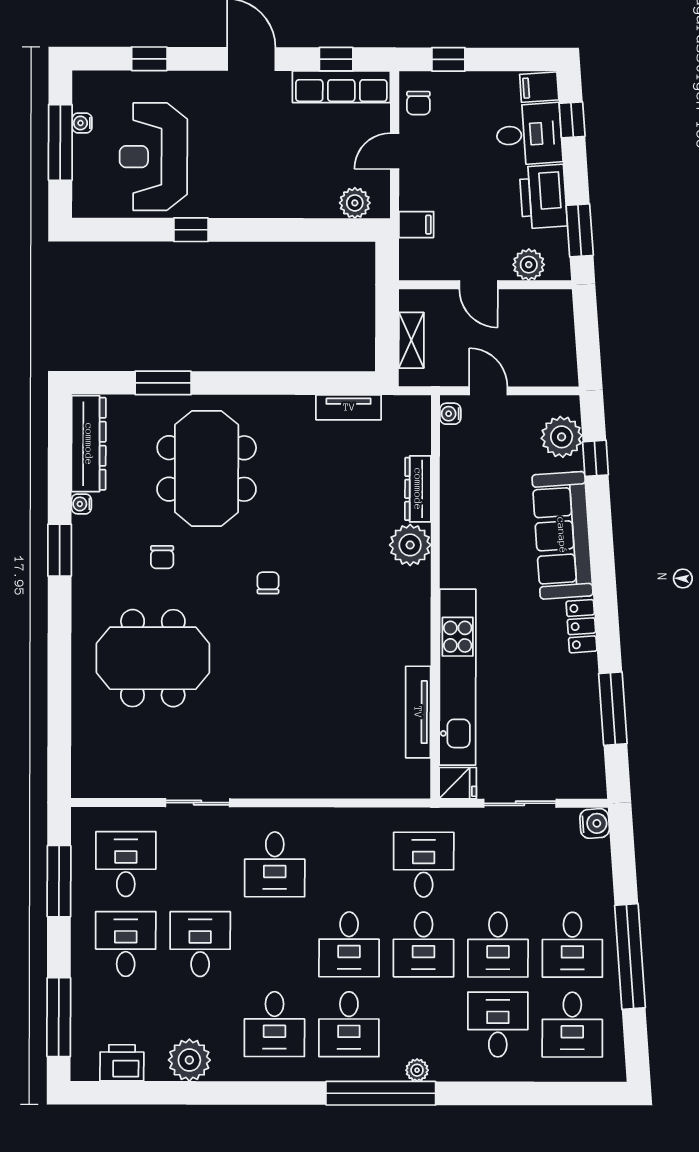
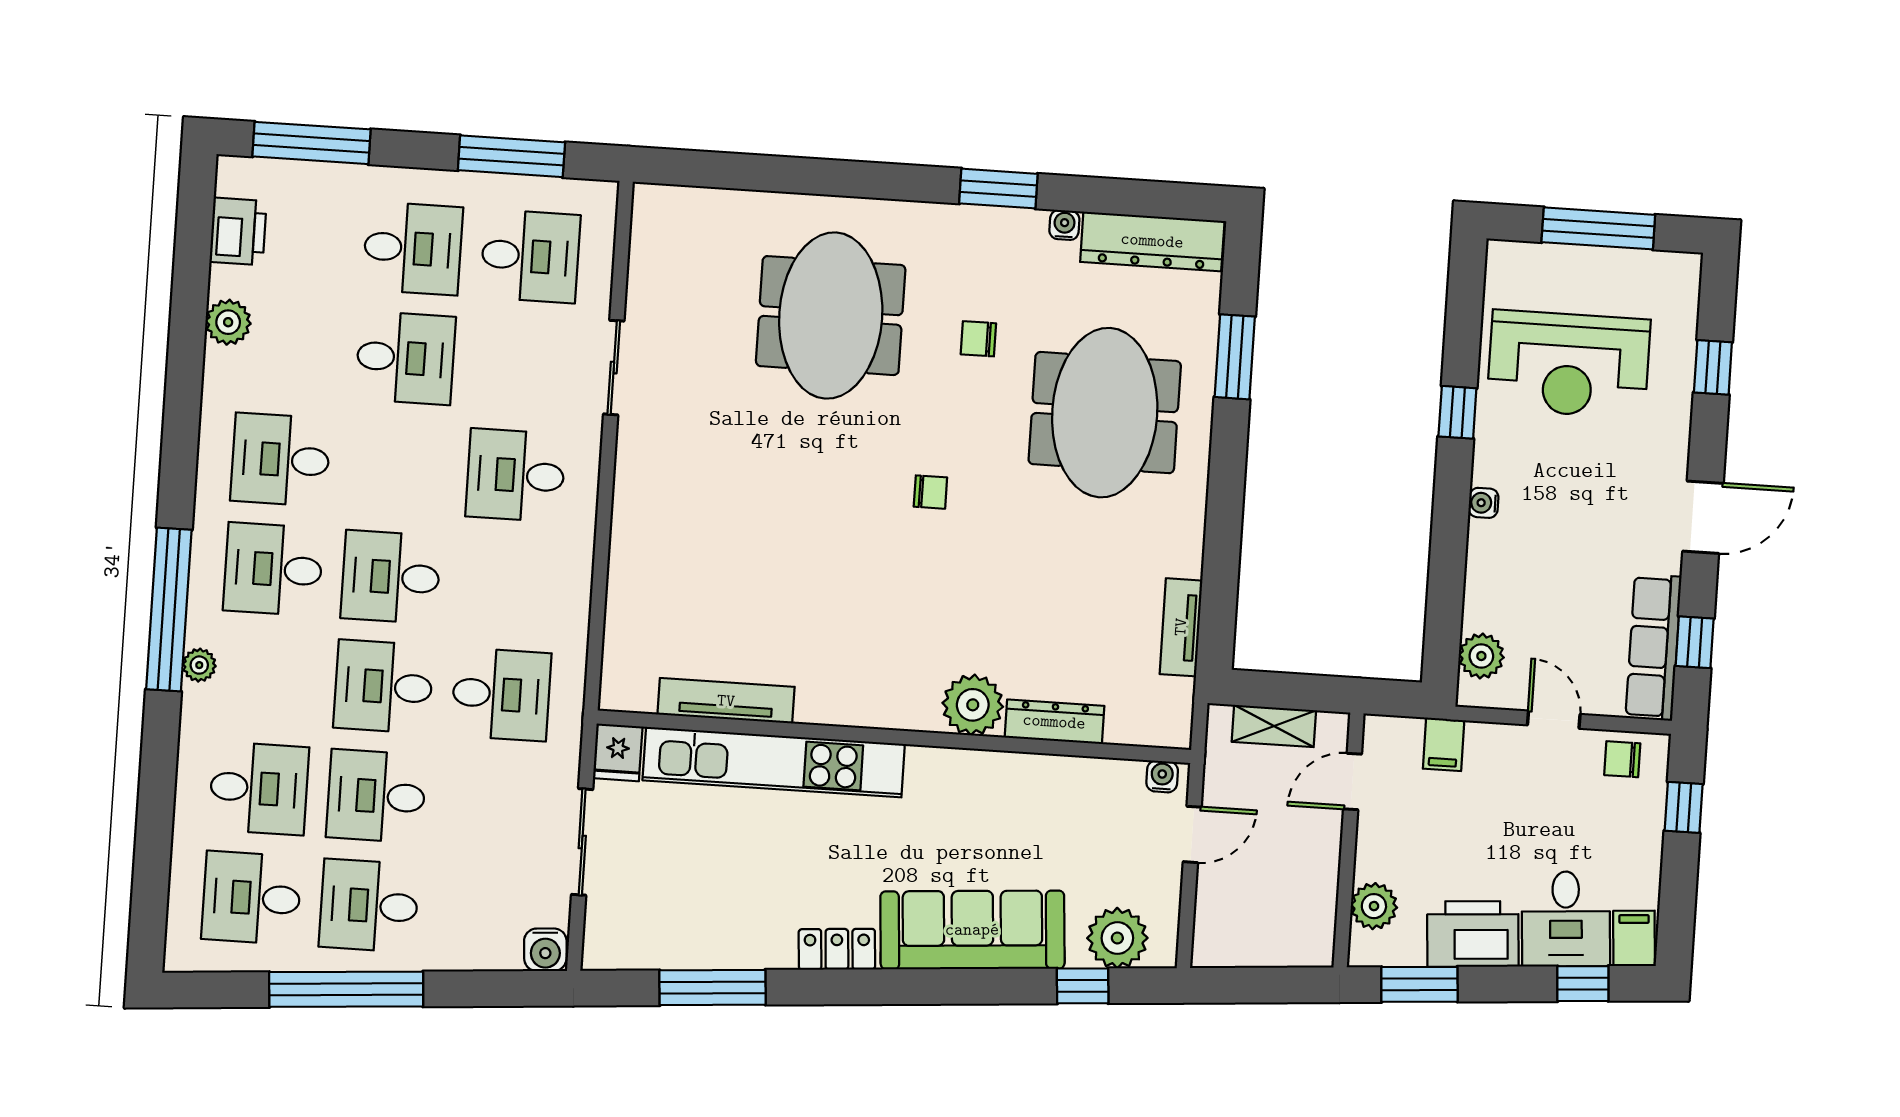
water cooler: (82, 123) -> (1483, 503), moved, turned -90
reception desk: (153, 157) -> (1569, 364), turned 180
door: (479, 285) -> (1352, 781), moved
meeting table: (207, 468) -> (1105, 413), turned 90
plant: (189, 1060) -> (228, 322), width x0.73, depth x0.73

